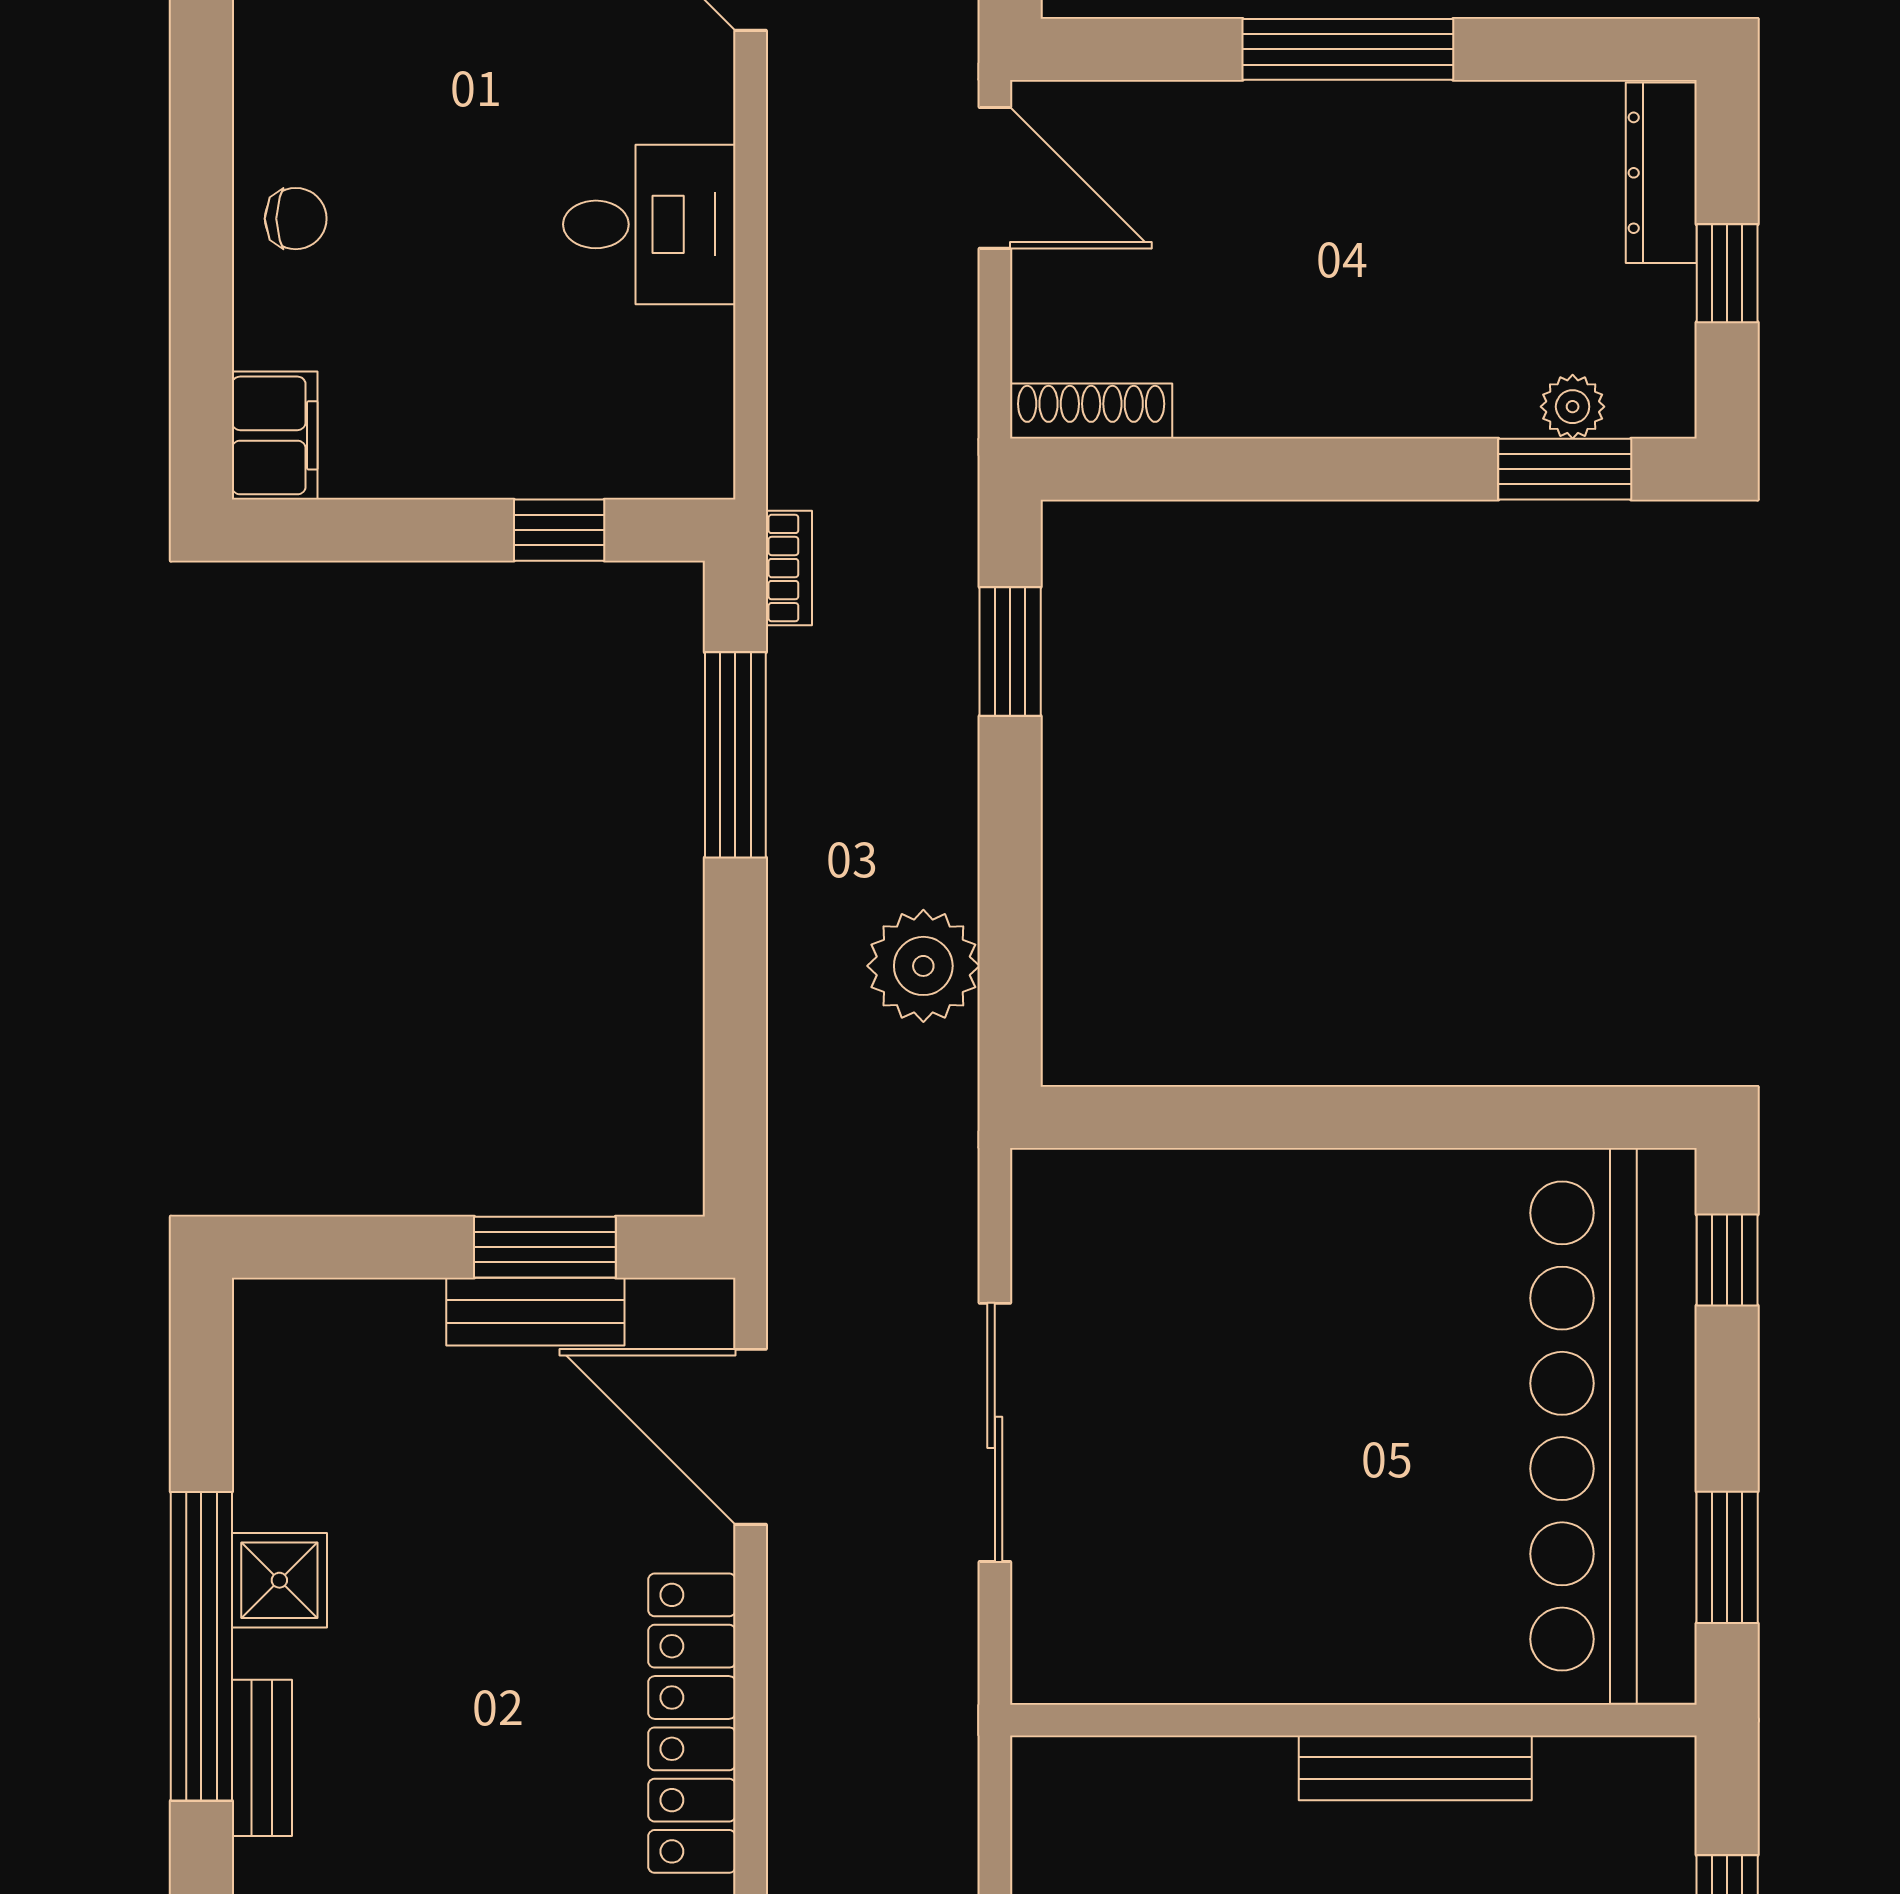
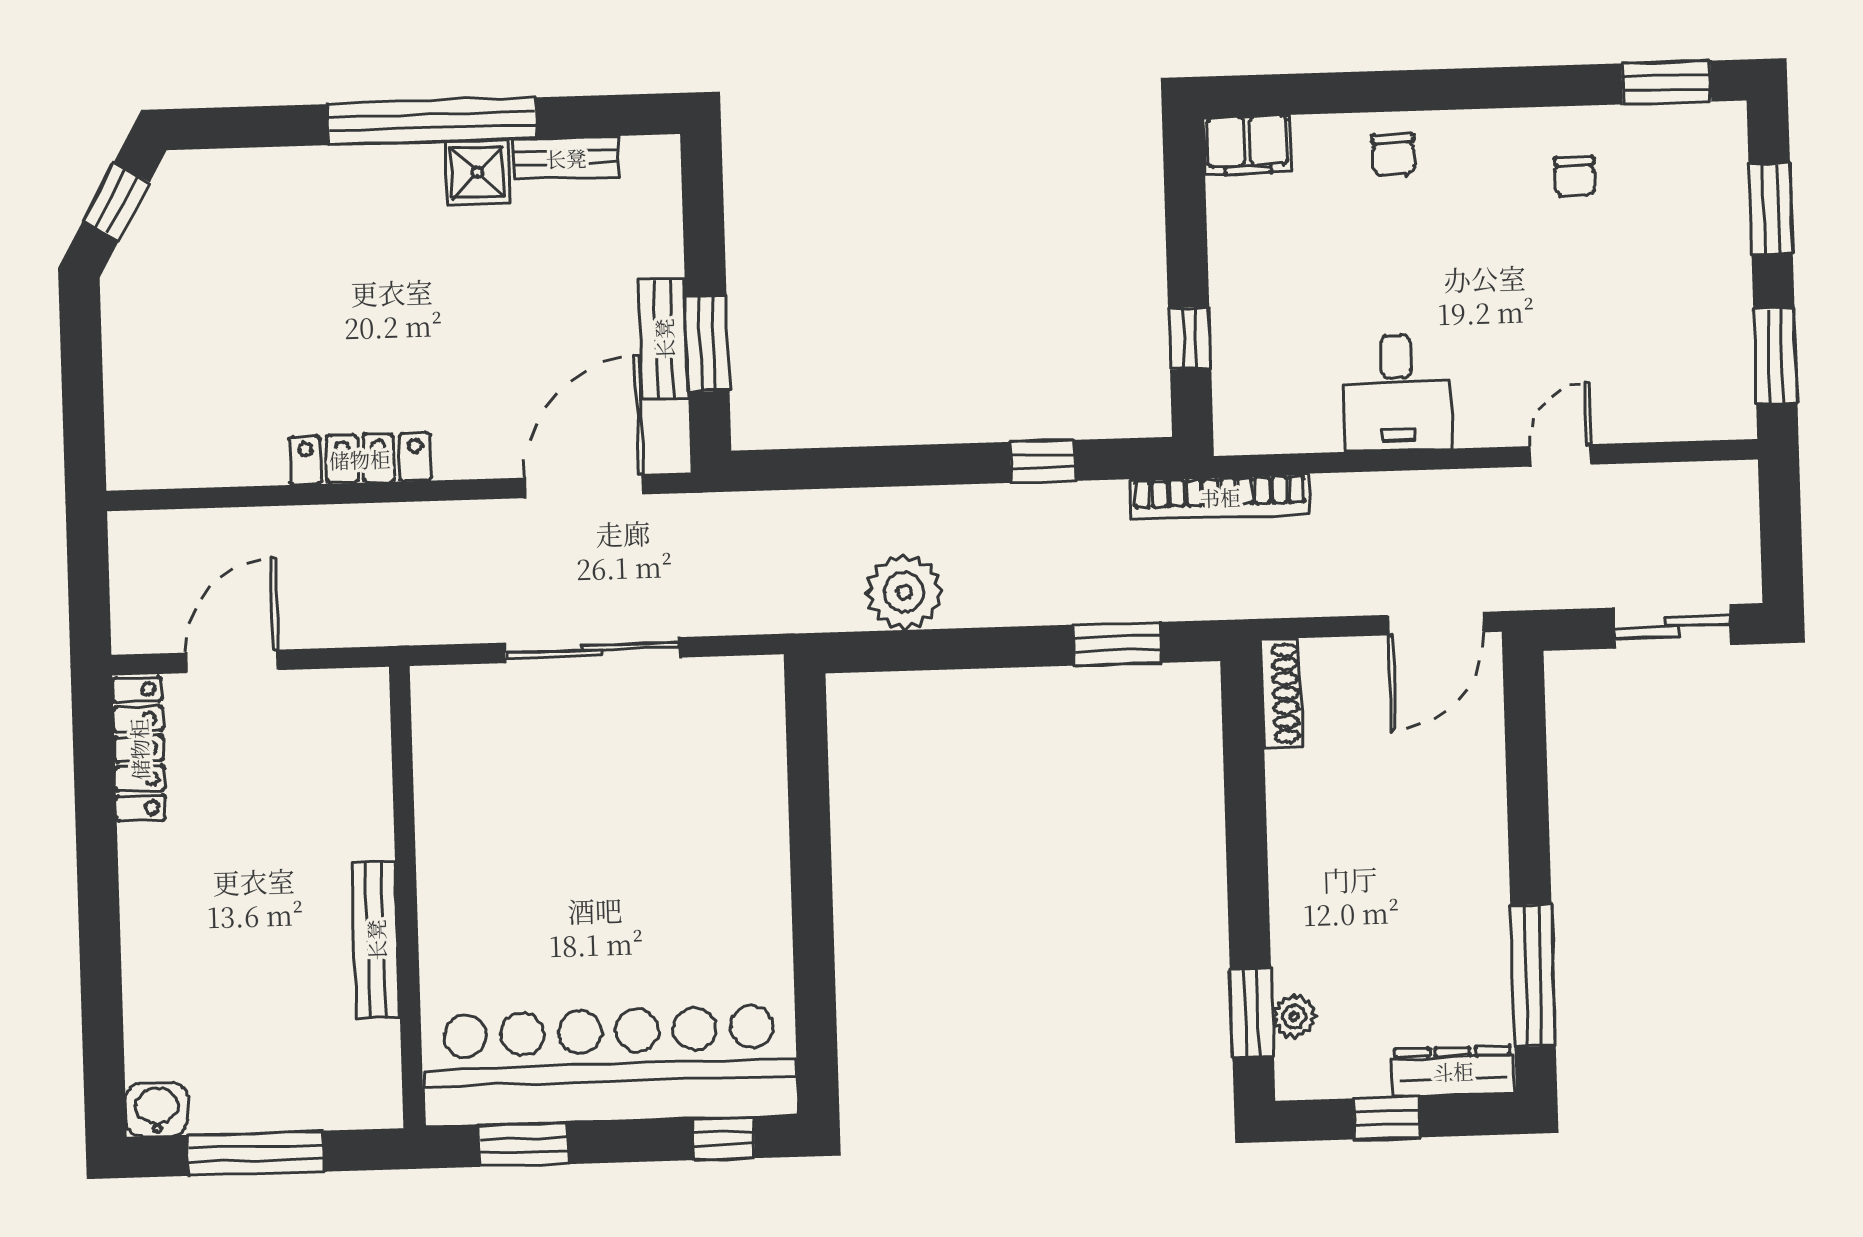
window: (1348, 49) -> (1533, 976), moved
bookcase: (789, 568) -> (1220, 497), width x2.31, depth x1.31
window: (735, 755) -> (1042, 461), width x0.46
locker: (692, 1723) -> (360, 459), width x0.71, depth x0.83
bench: (262, 1758) -> (566, 158), moved

